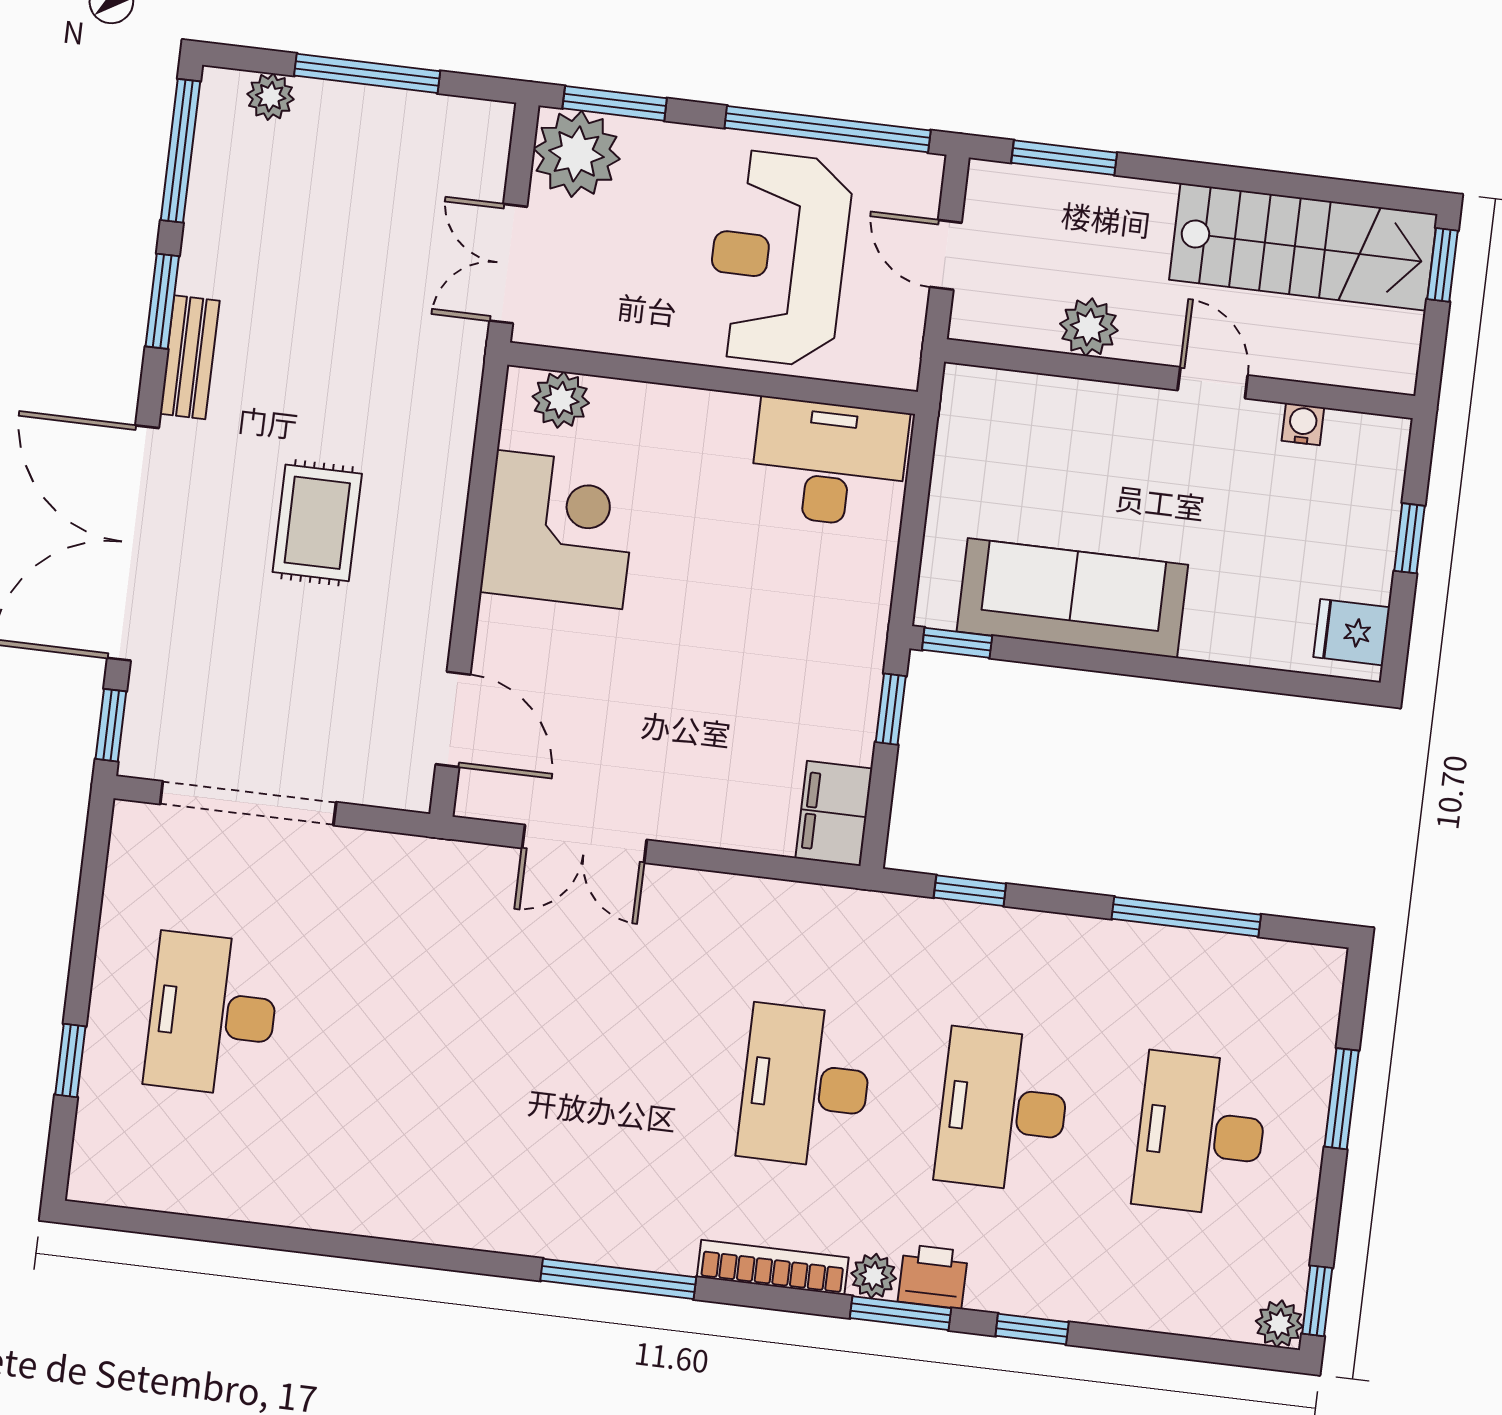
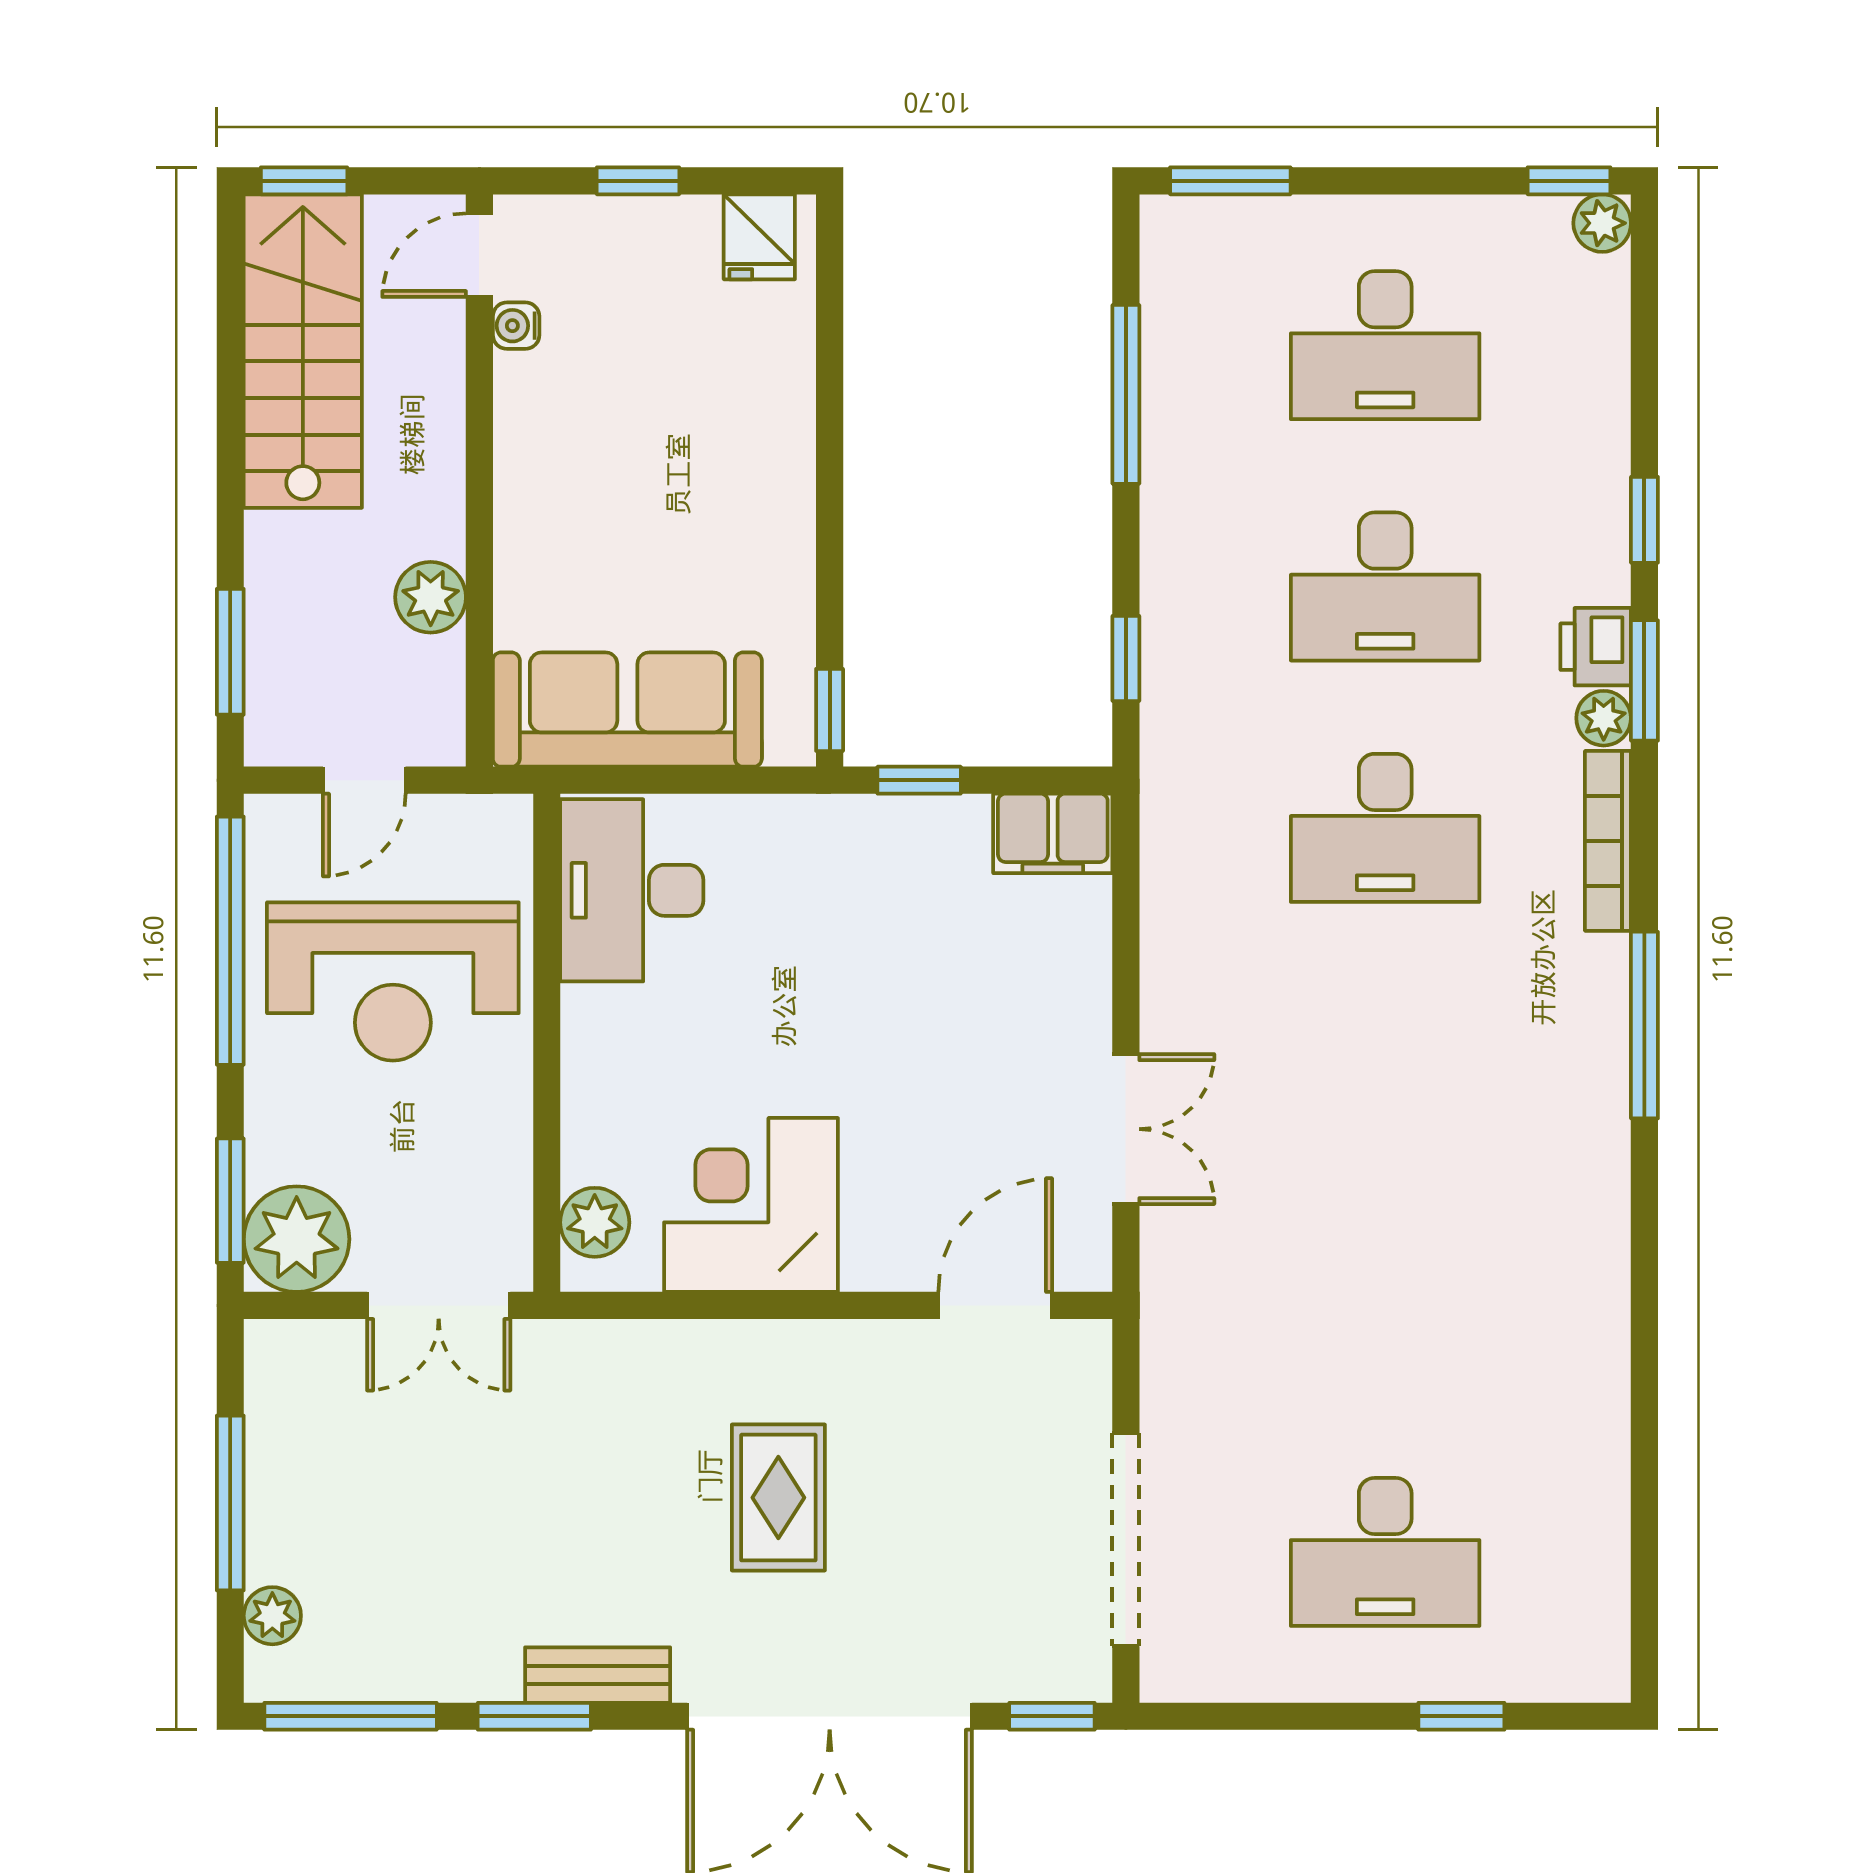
door: (1213, 383) -> (479, 255), moved
rug: (317, 523) -> (778, 1498), turned 90
sofa: (1072, 598) -> (627, 710), moved, turned 90
window: (1342, 1099) -> (1230, 181), moved

